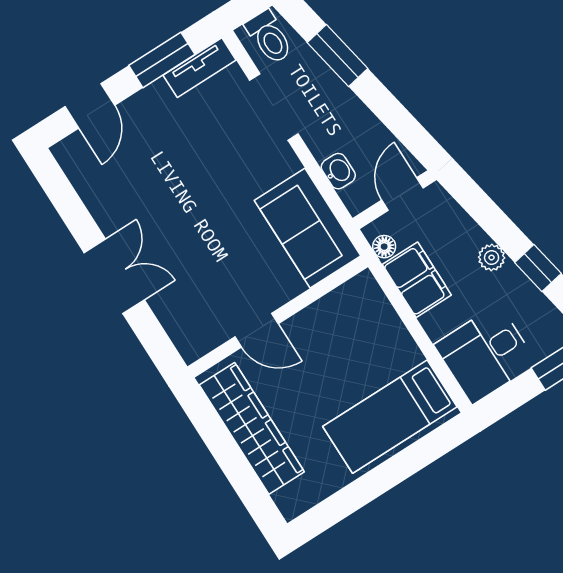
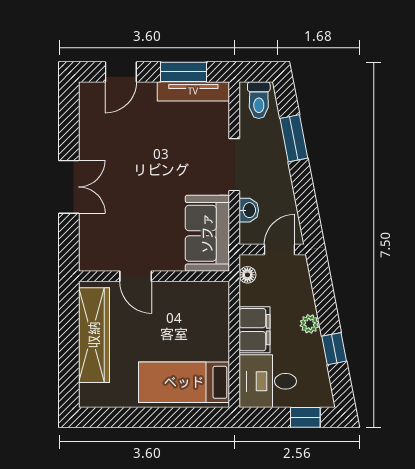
tv unit: (200, 68) -> (193, 91), width x1.41
doorway: (274, 107) -> (234, 165), moved
filing cabinet: (417, 280) -> (255, 330), moved

